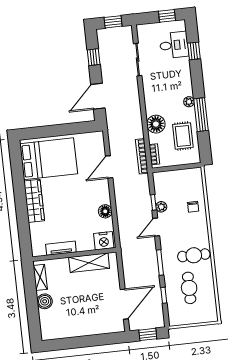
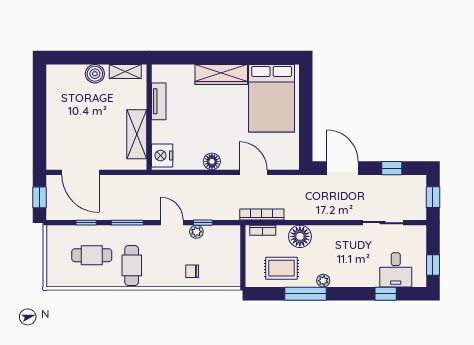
floor lamp: (105, 211) -> (212, 161), moved

